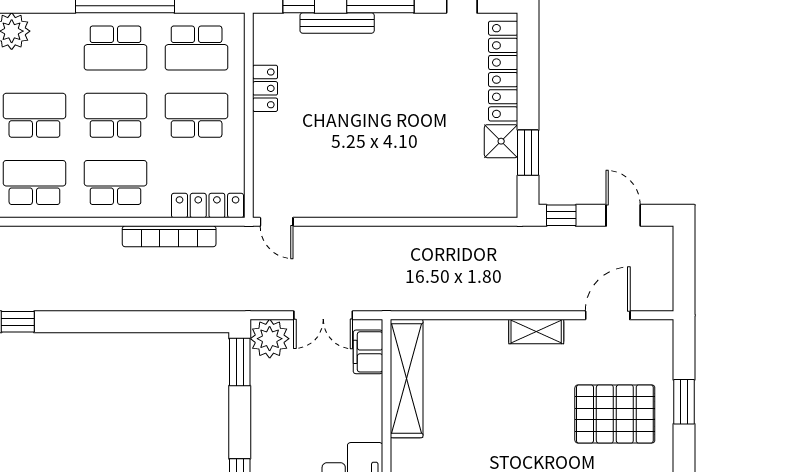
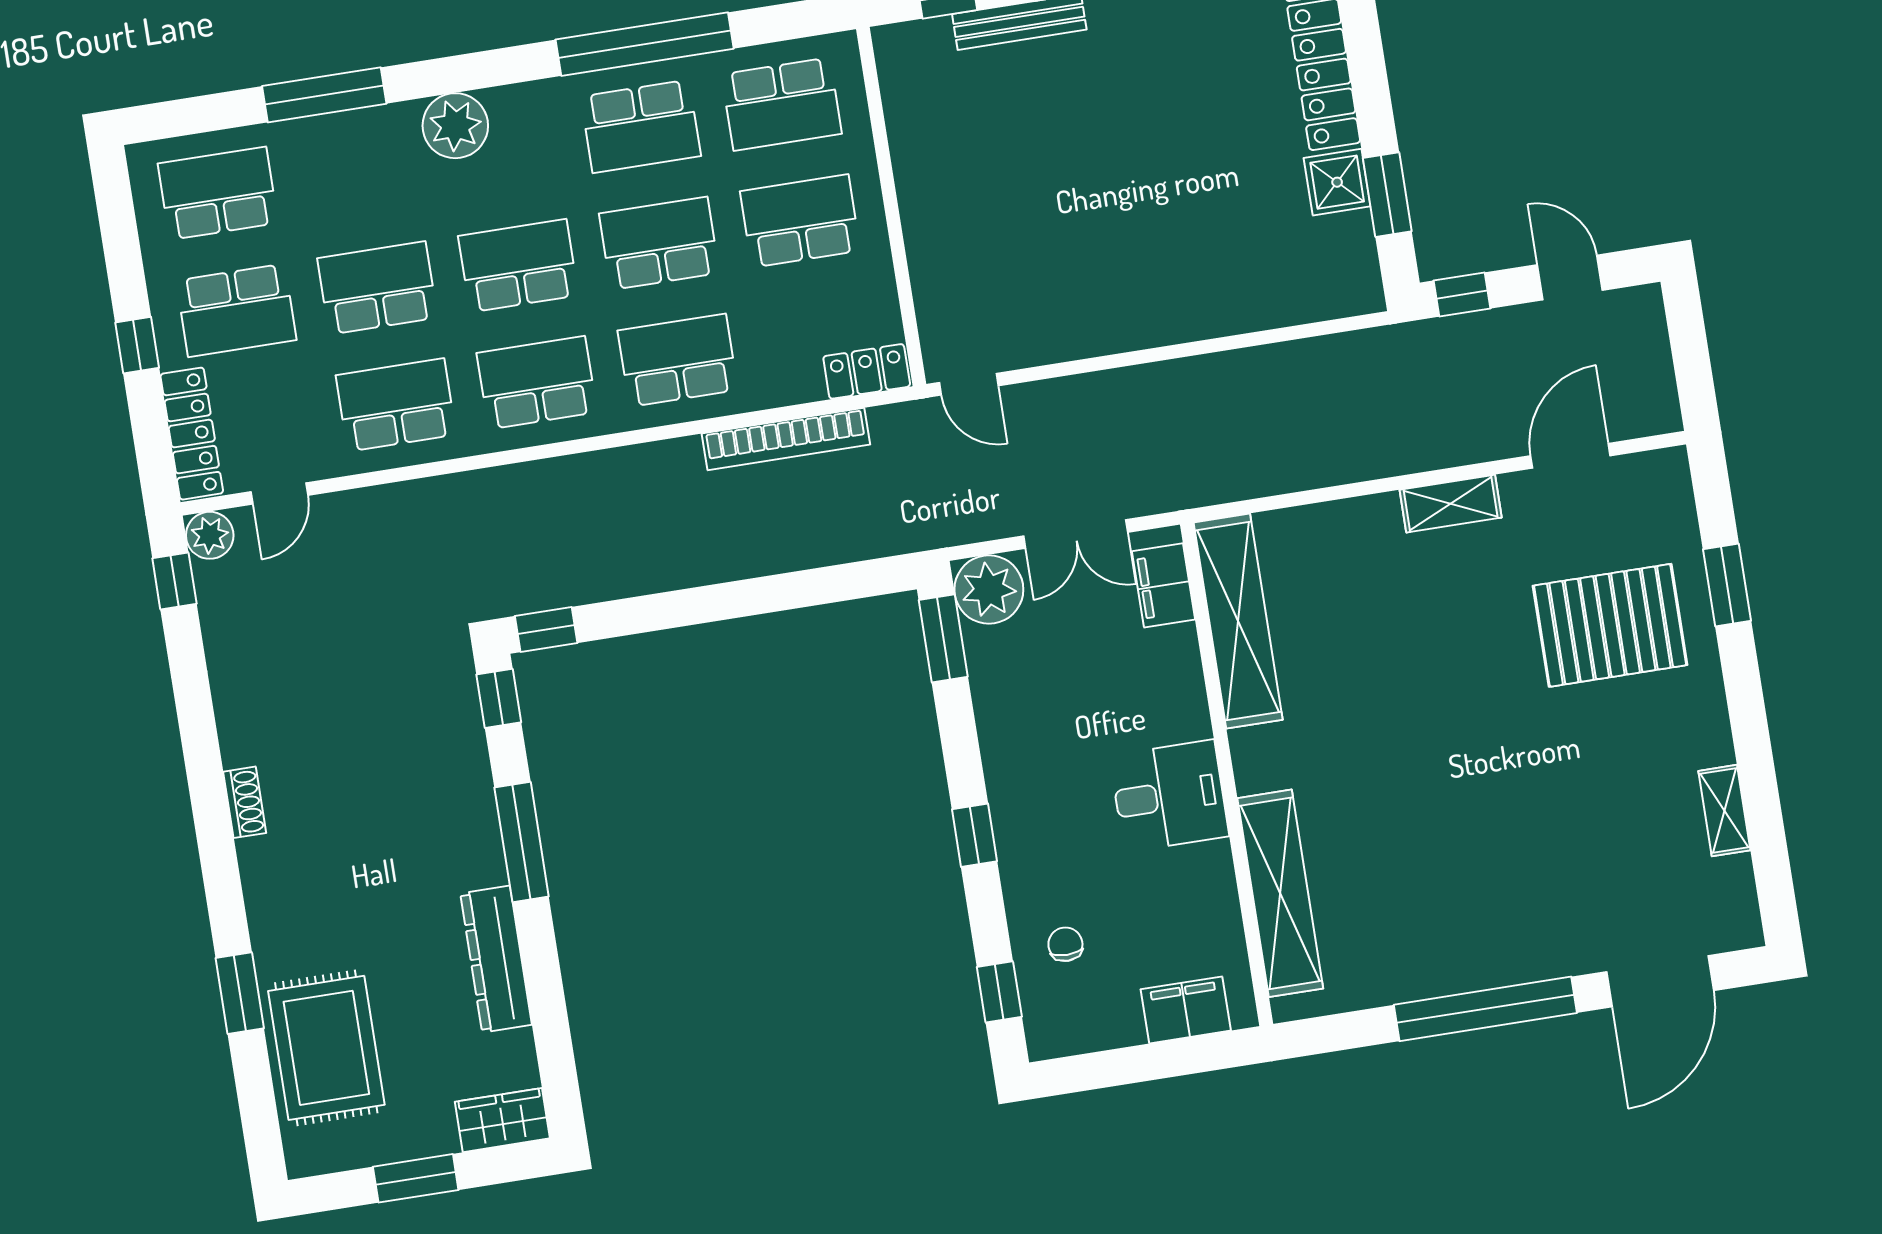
locker: (265, 88) -> (912, 155), removed
locker: (208, 206) -> (867, 371), width x0.66

